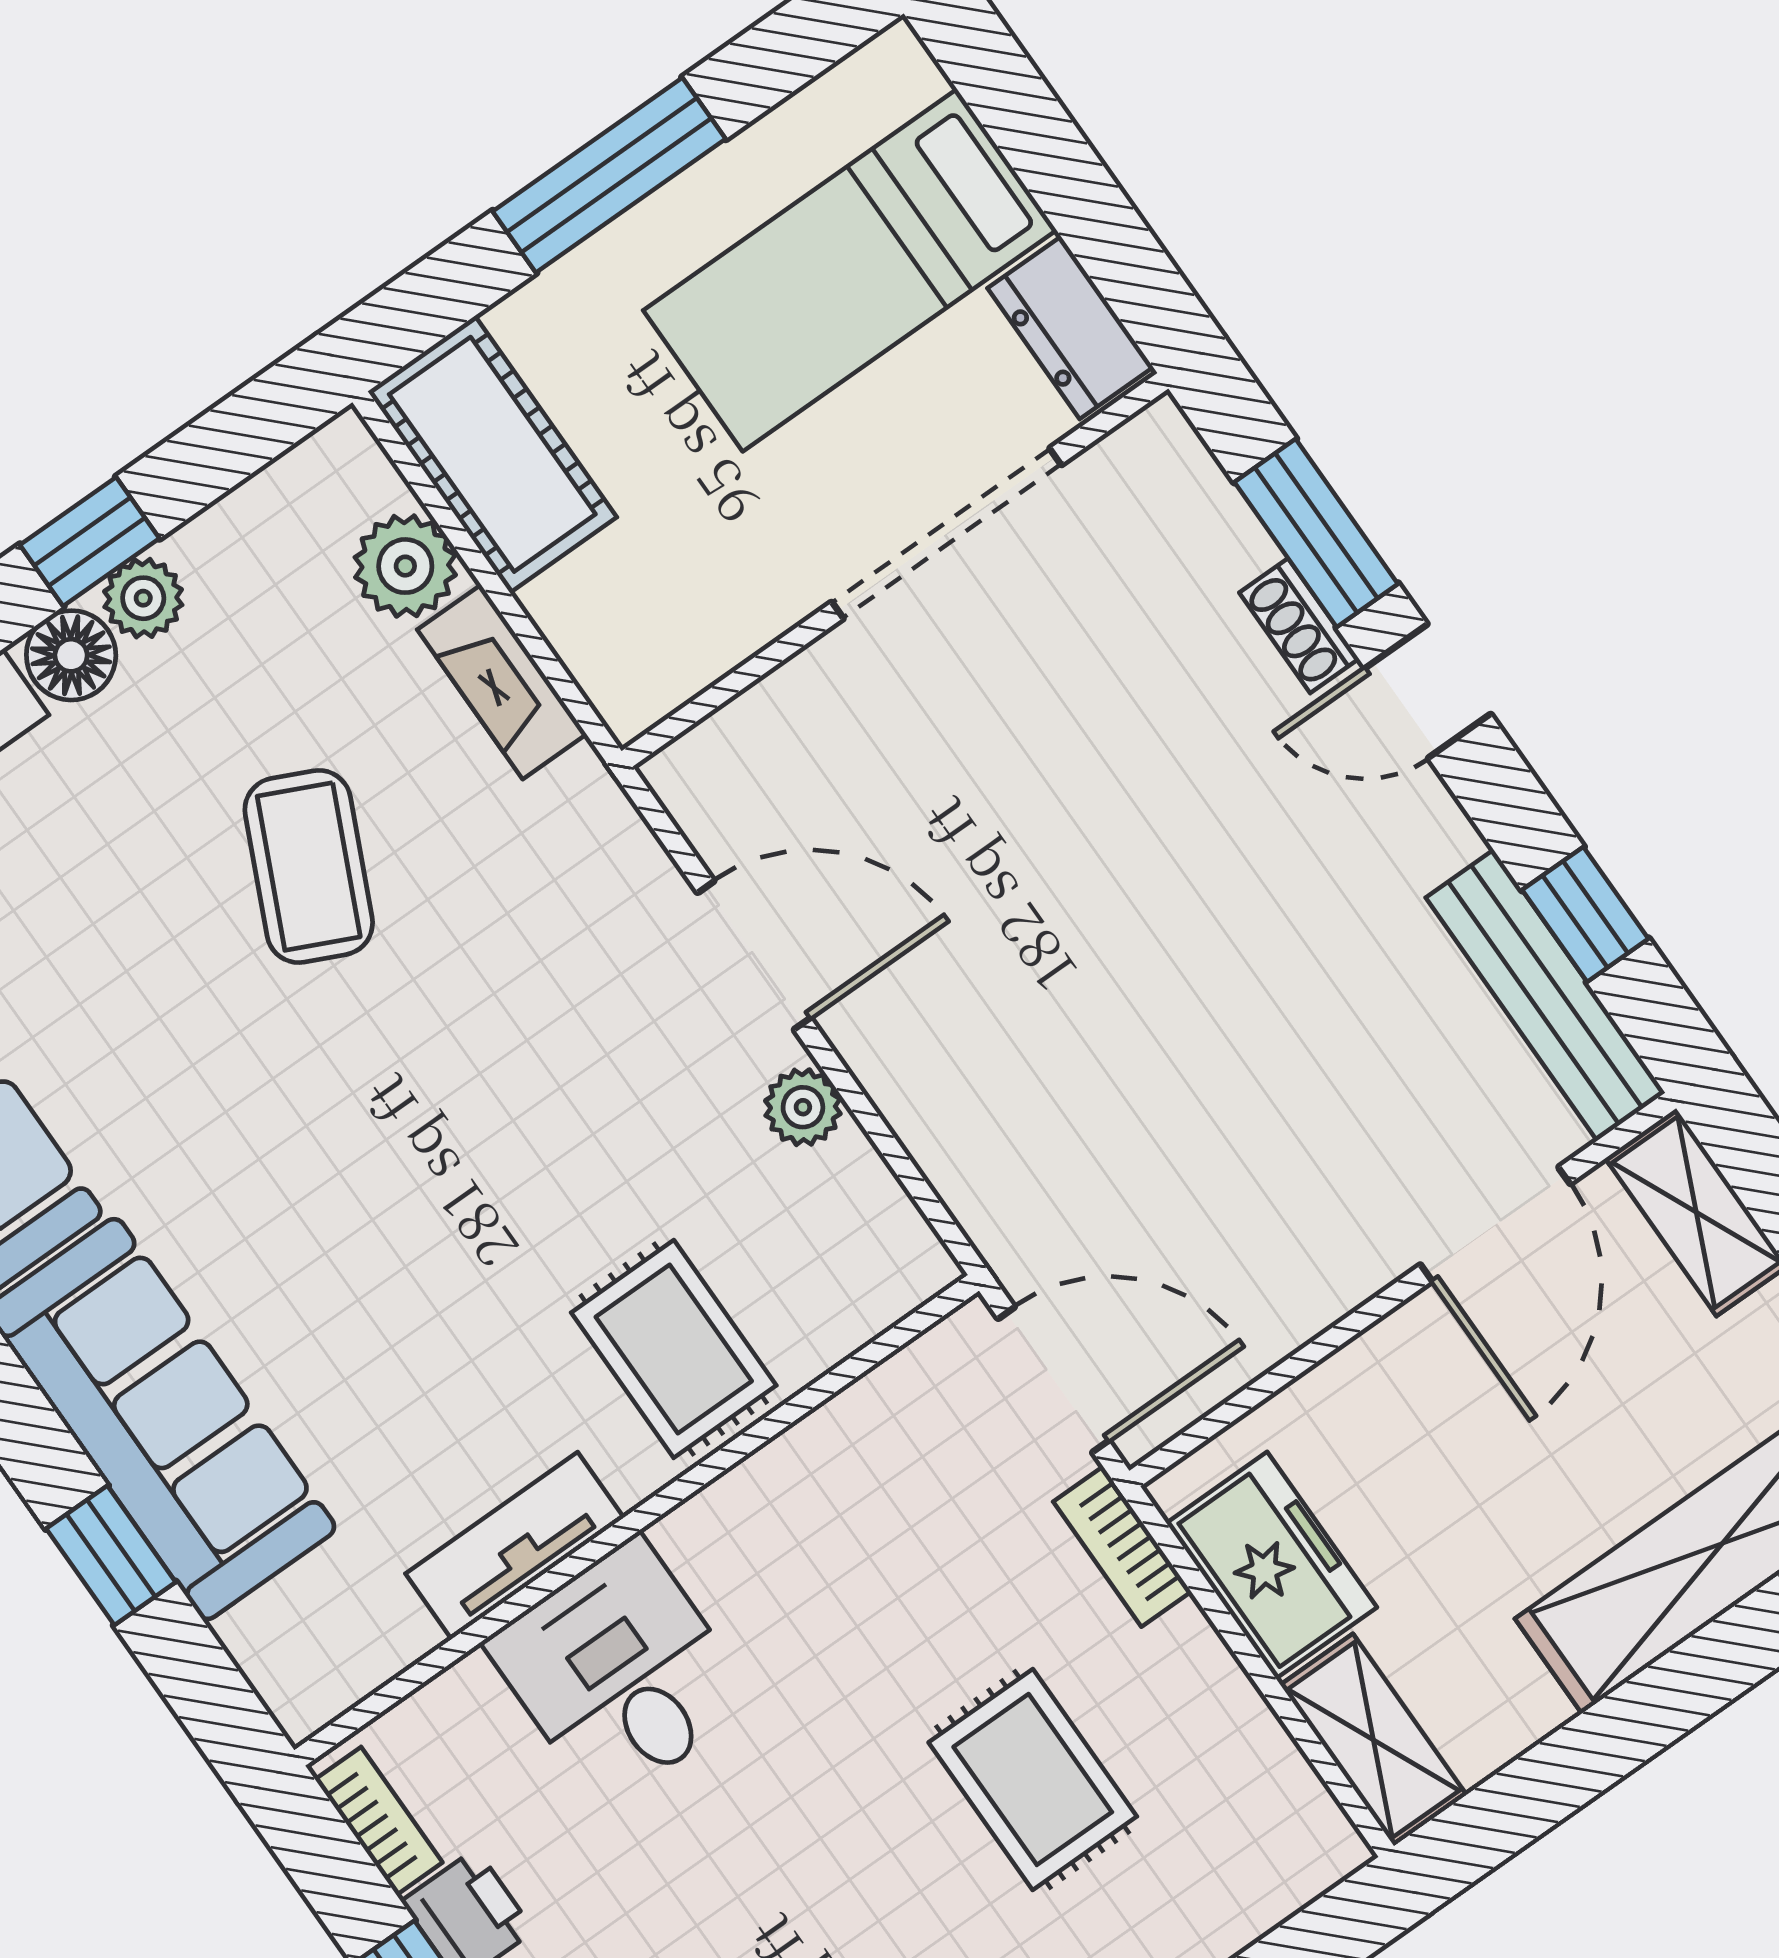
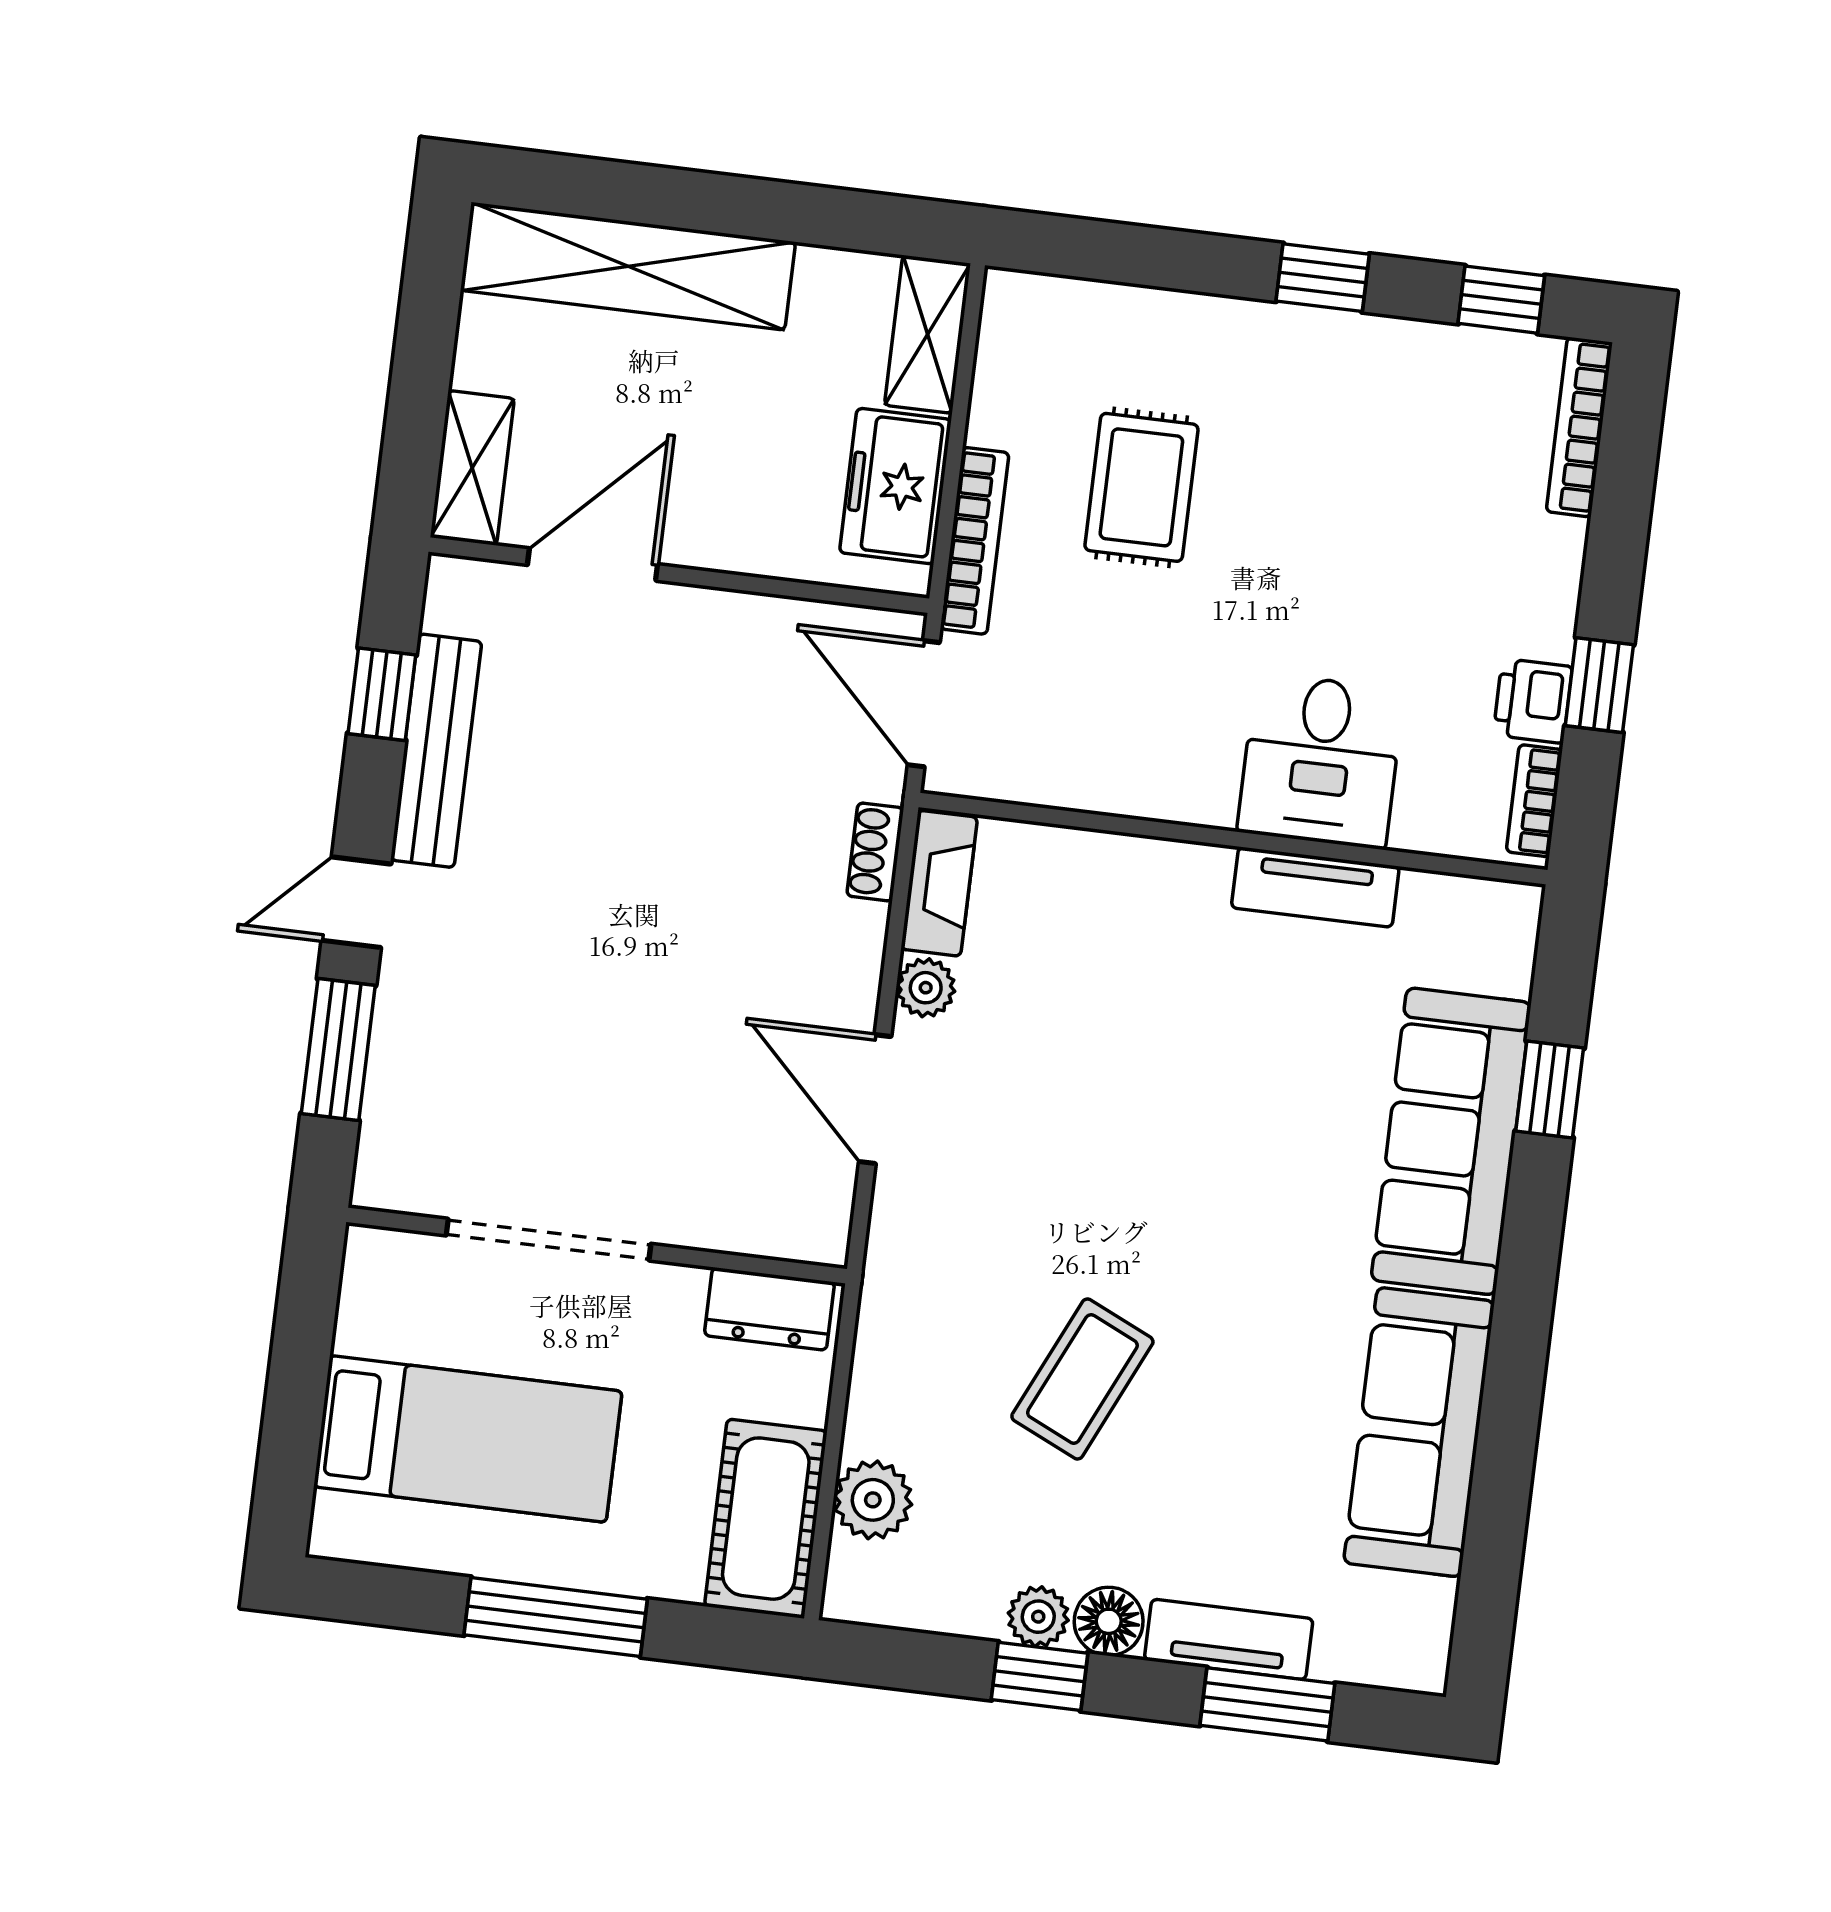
dresser: (1070, 328) -> (769, 1309), moved, turned 90
shoe rack: (1299, 626) -> (875, 852), moved, turned 180
fireplace: (502, 682) -> (939, 883), moved
door: (1428, 691) -> (356, 902), swing flipped
bench: (1545, 995) -> (436, 751), moved
rug: (674, 1349) -> (1124, 917), removed
bookcase: (1122, 1547) -> (975, 541), width x1.56

